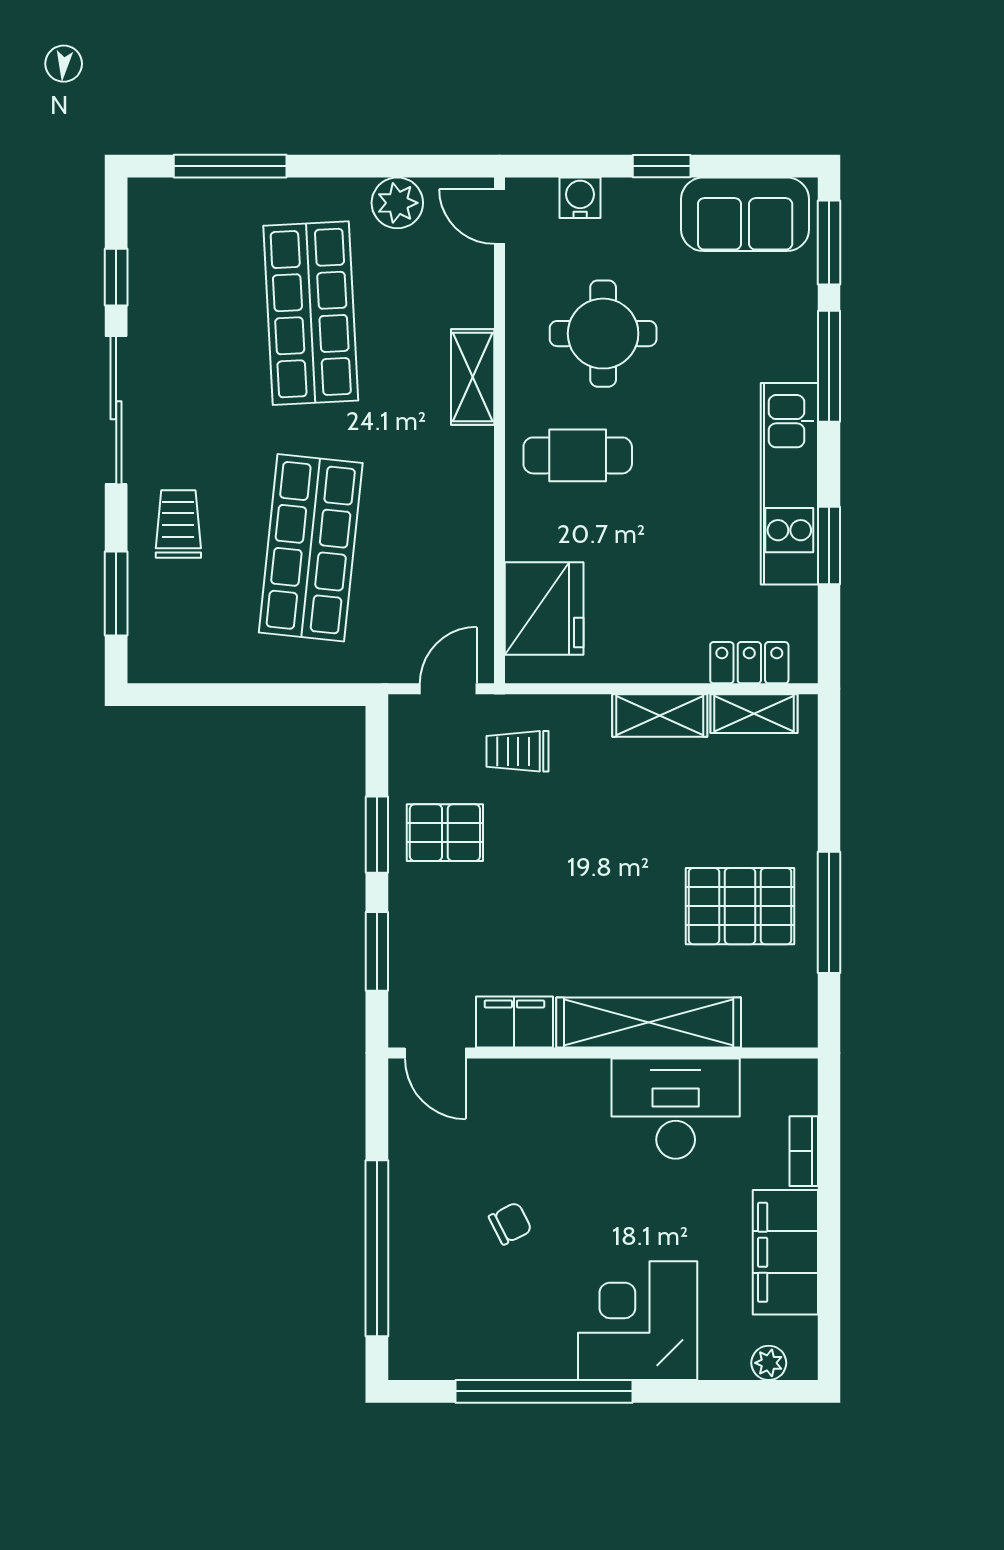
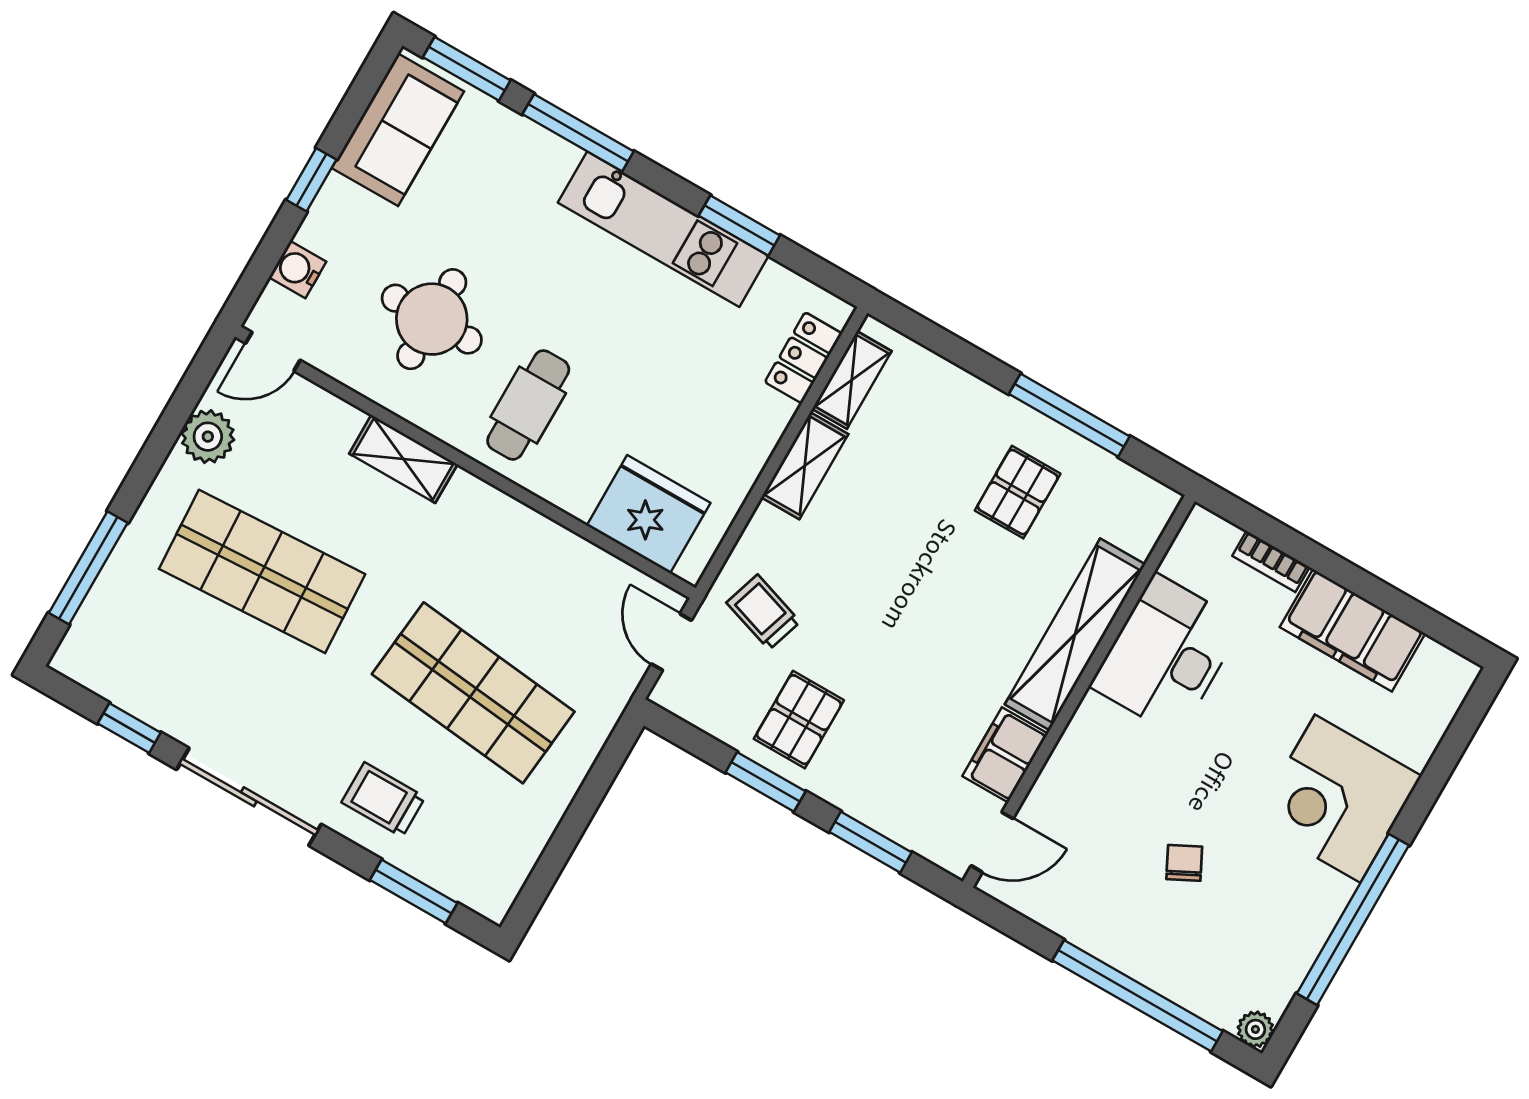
trolley: (517, 751) -> (763, 612), turned 108
pallet: (740, 906) -> (1018, 492), width x0.67, depth x0.71
plant: (769, 1363) -> (1255, 1029), moved

